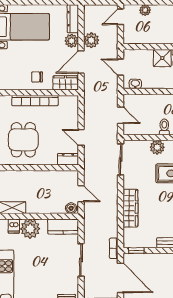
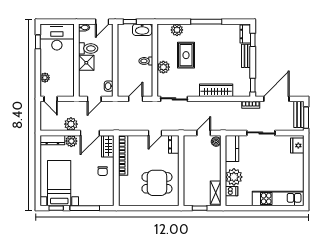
door: (81, 62) -> (90, 133), hinge flipped
bookcase: (35, 101) -> (123, 155), moved

